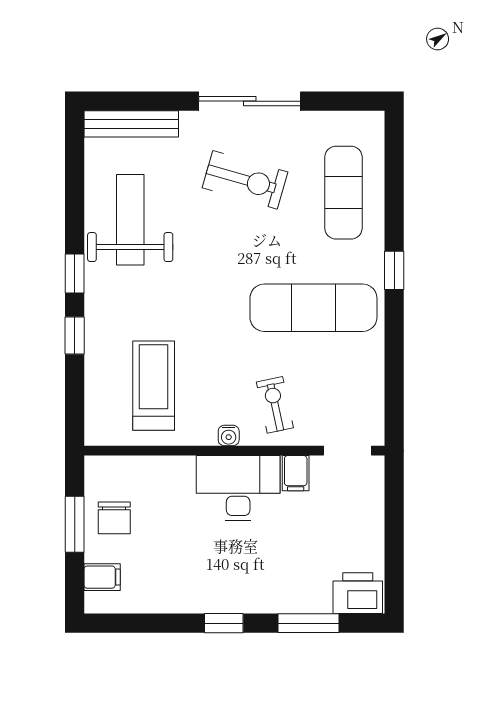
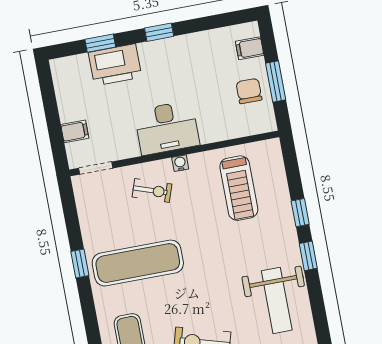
window: (394, 270) -> (80, 264), moved
exercise bike: (275, 405) -> (152, 191), turned -59
filing cabinet: (296, 473) -> (75, 131), moved, turned 90
printer: (358, 593) -> (115, 65), moved, width x1.37, depth x1.19
window: (308, 623) -> (100, 43), width x0.67

